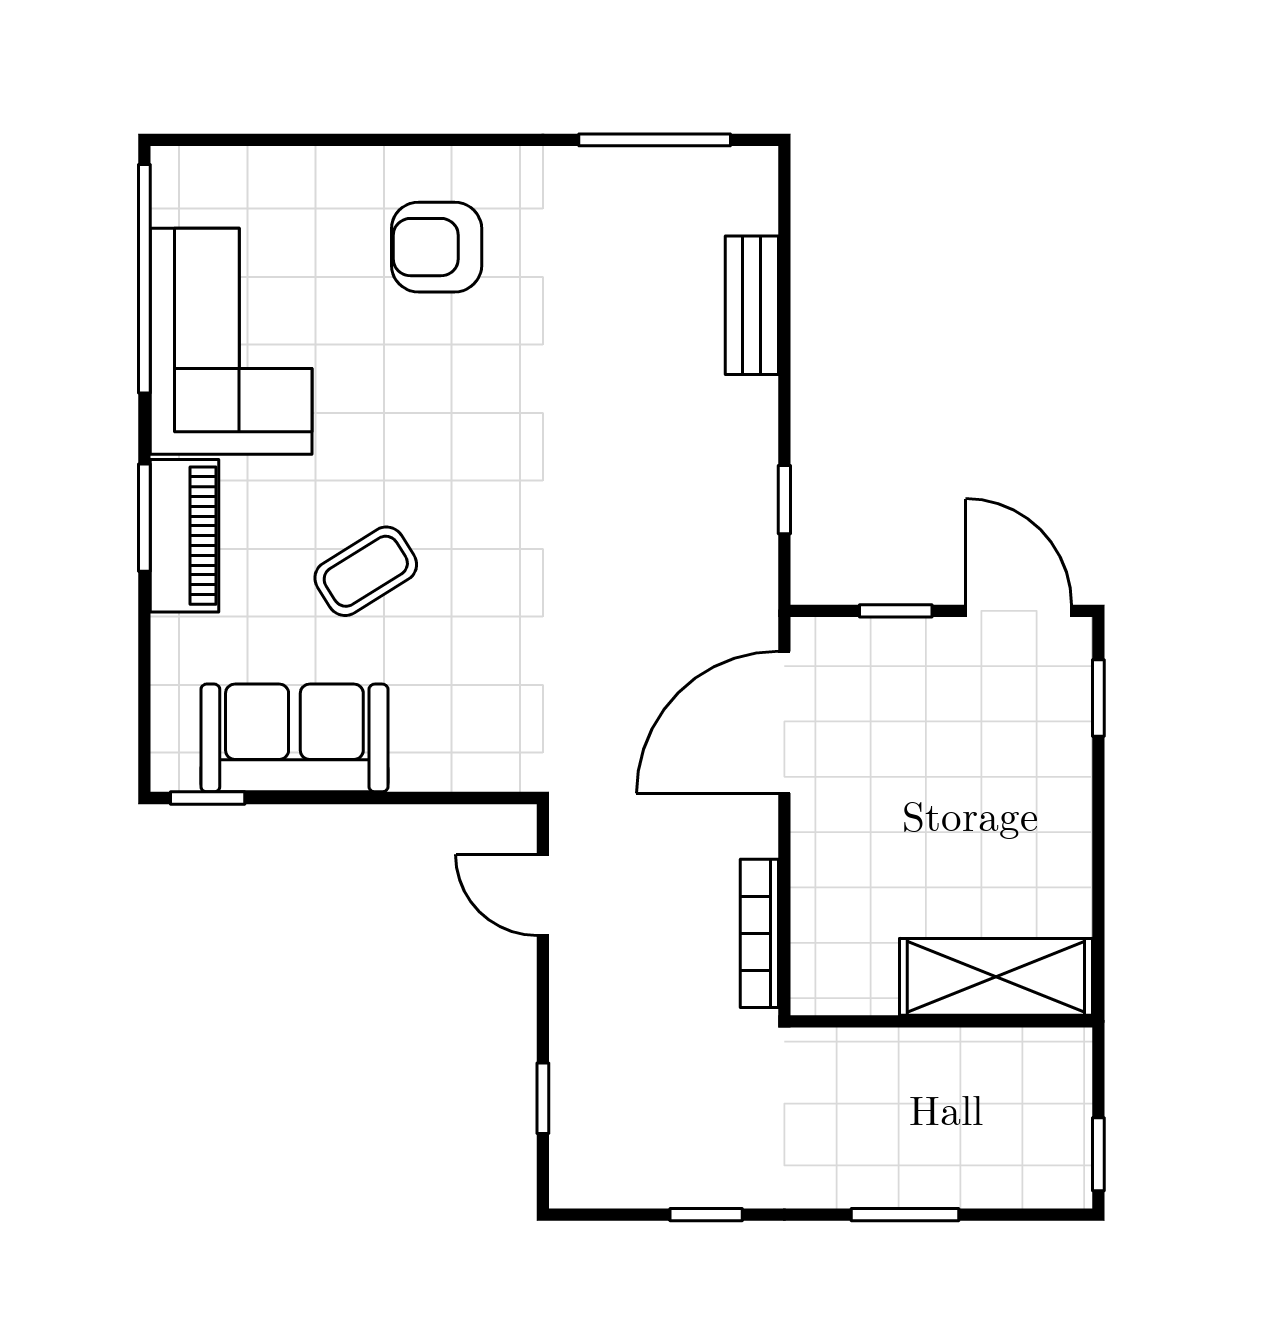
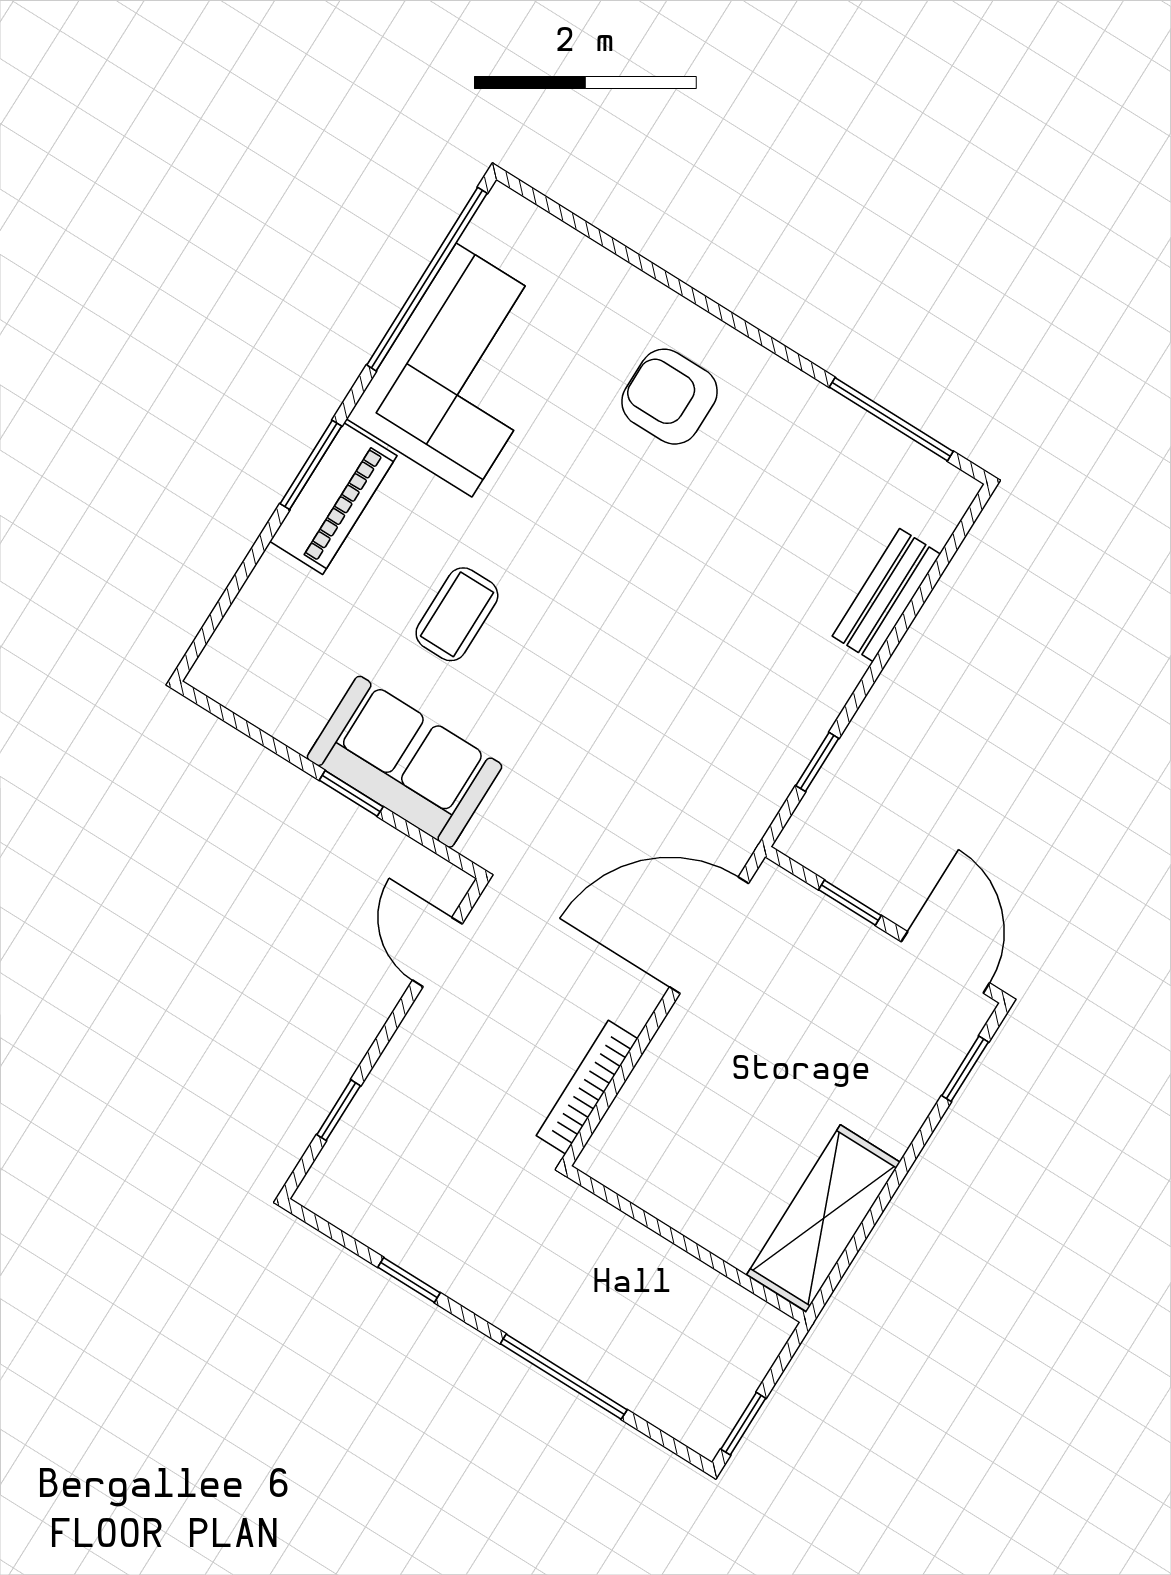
coffee table: (366, 571) -> (457, 614), turned -58
sofa: (294, 738) -> (404, 762), moved
window: (208, 798) -> (351, 793), moved
shelving: (996, 977) -> (823, 1218), moved, turned 90
window: (905, 1215) -> (564, 1377), width x1.44

